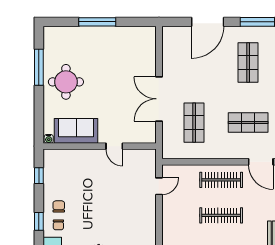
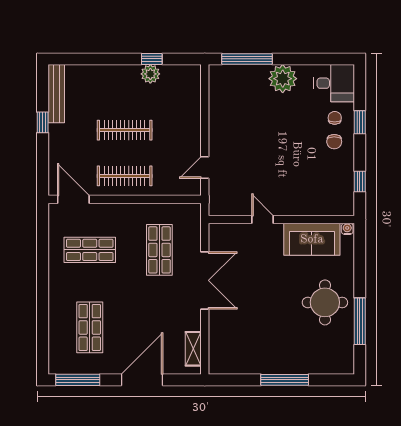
shelving: (168, 46) -> (193, 349), added

